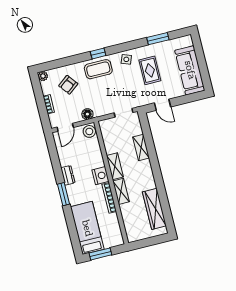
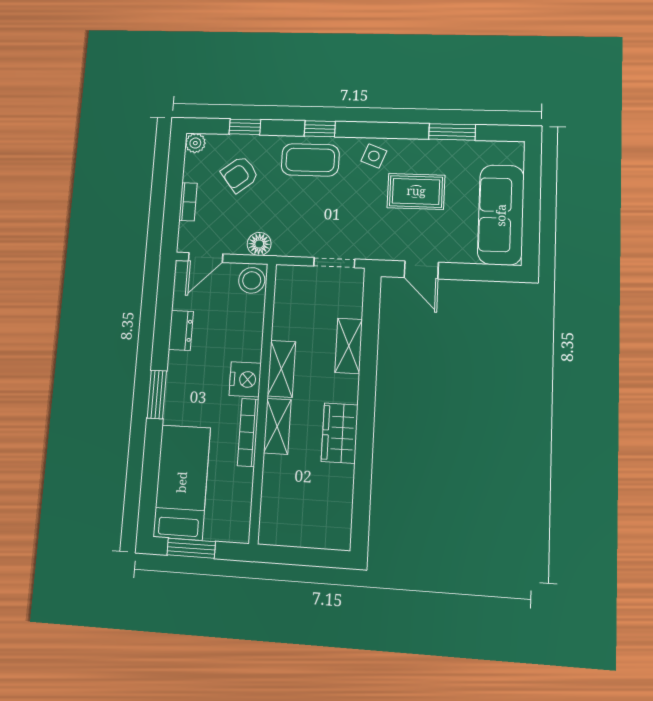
window: (63, 62) -> (245, 127), added
rug: (150, 70) -> (416, 191), turned 90
dresser: (68, 175) -> (181, 330), moved
wardrobe: (154, 209) -> (340, 433), moved, width x0.67

